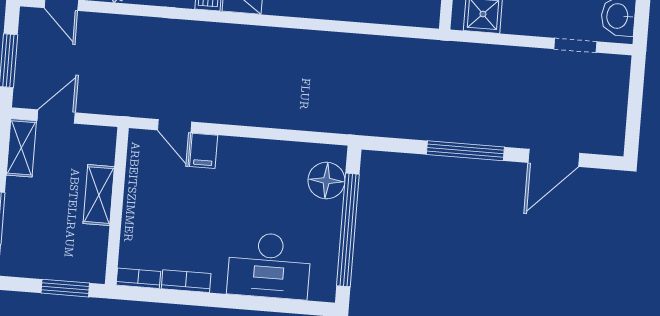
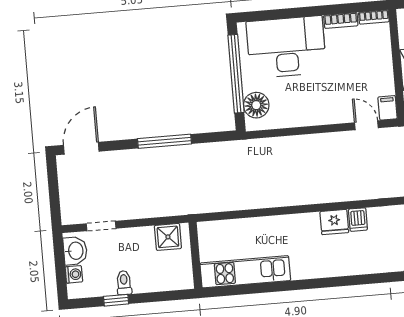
filing cabinet: (204, 151) -> (388, 108), moved
door: (554, 158) -> (81, 148), moved
desk: (269, 266) -> (286, 47), width x1.36, depth x1.30

